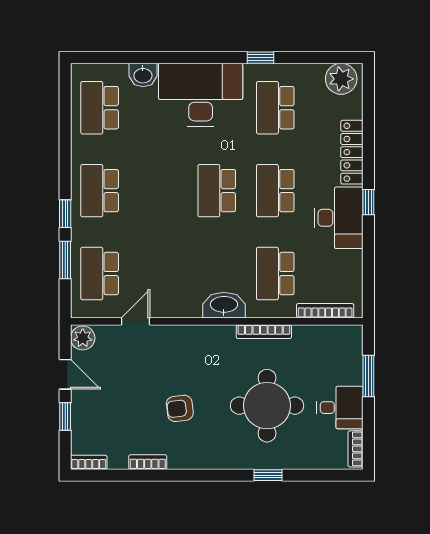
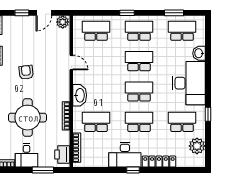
plant: (341, 79) -> (197, 146), moved
school desk: (158, 191) -> (139, 61), added
window: (65, 260) -> (174, 13), moved
door: (136, 321) -> (71, 63), moved
printer: (338, 339) -> (62, 155), added

